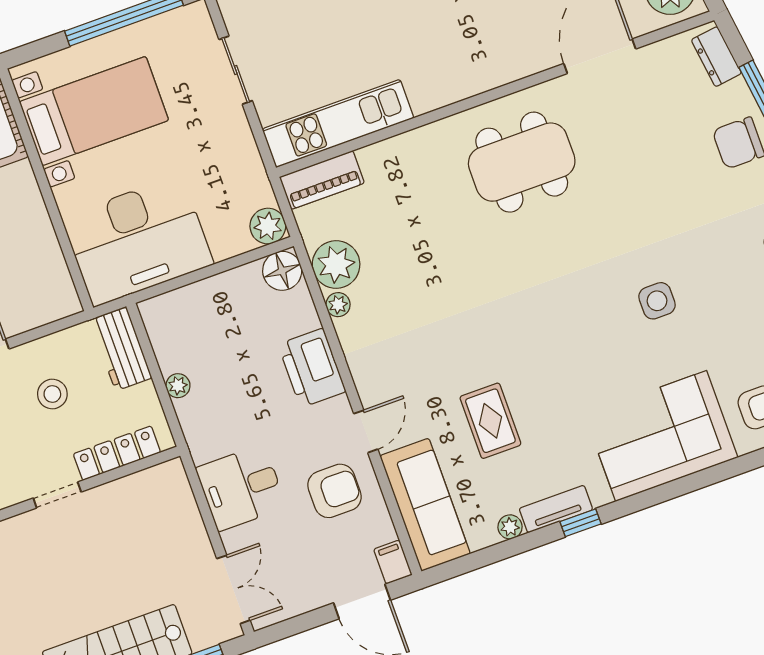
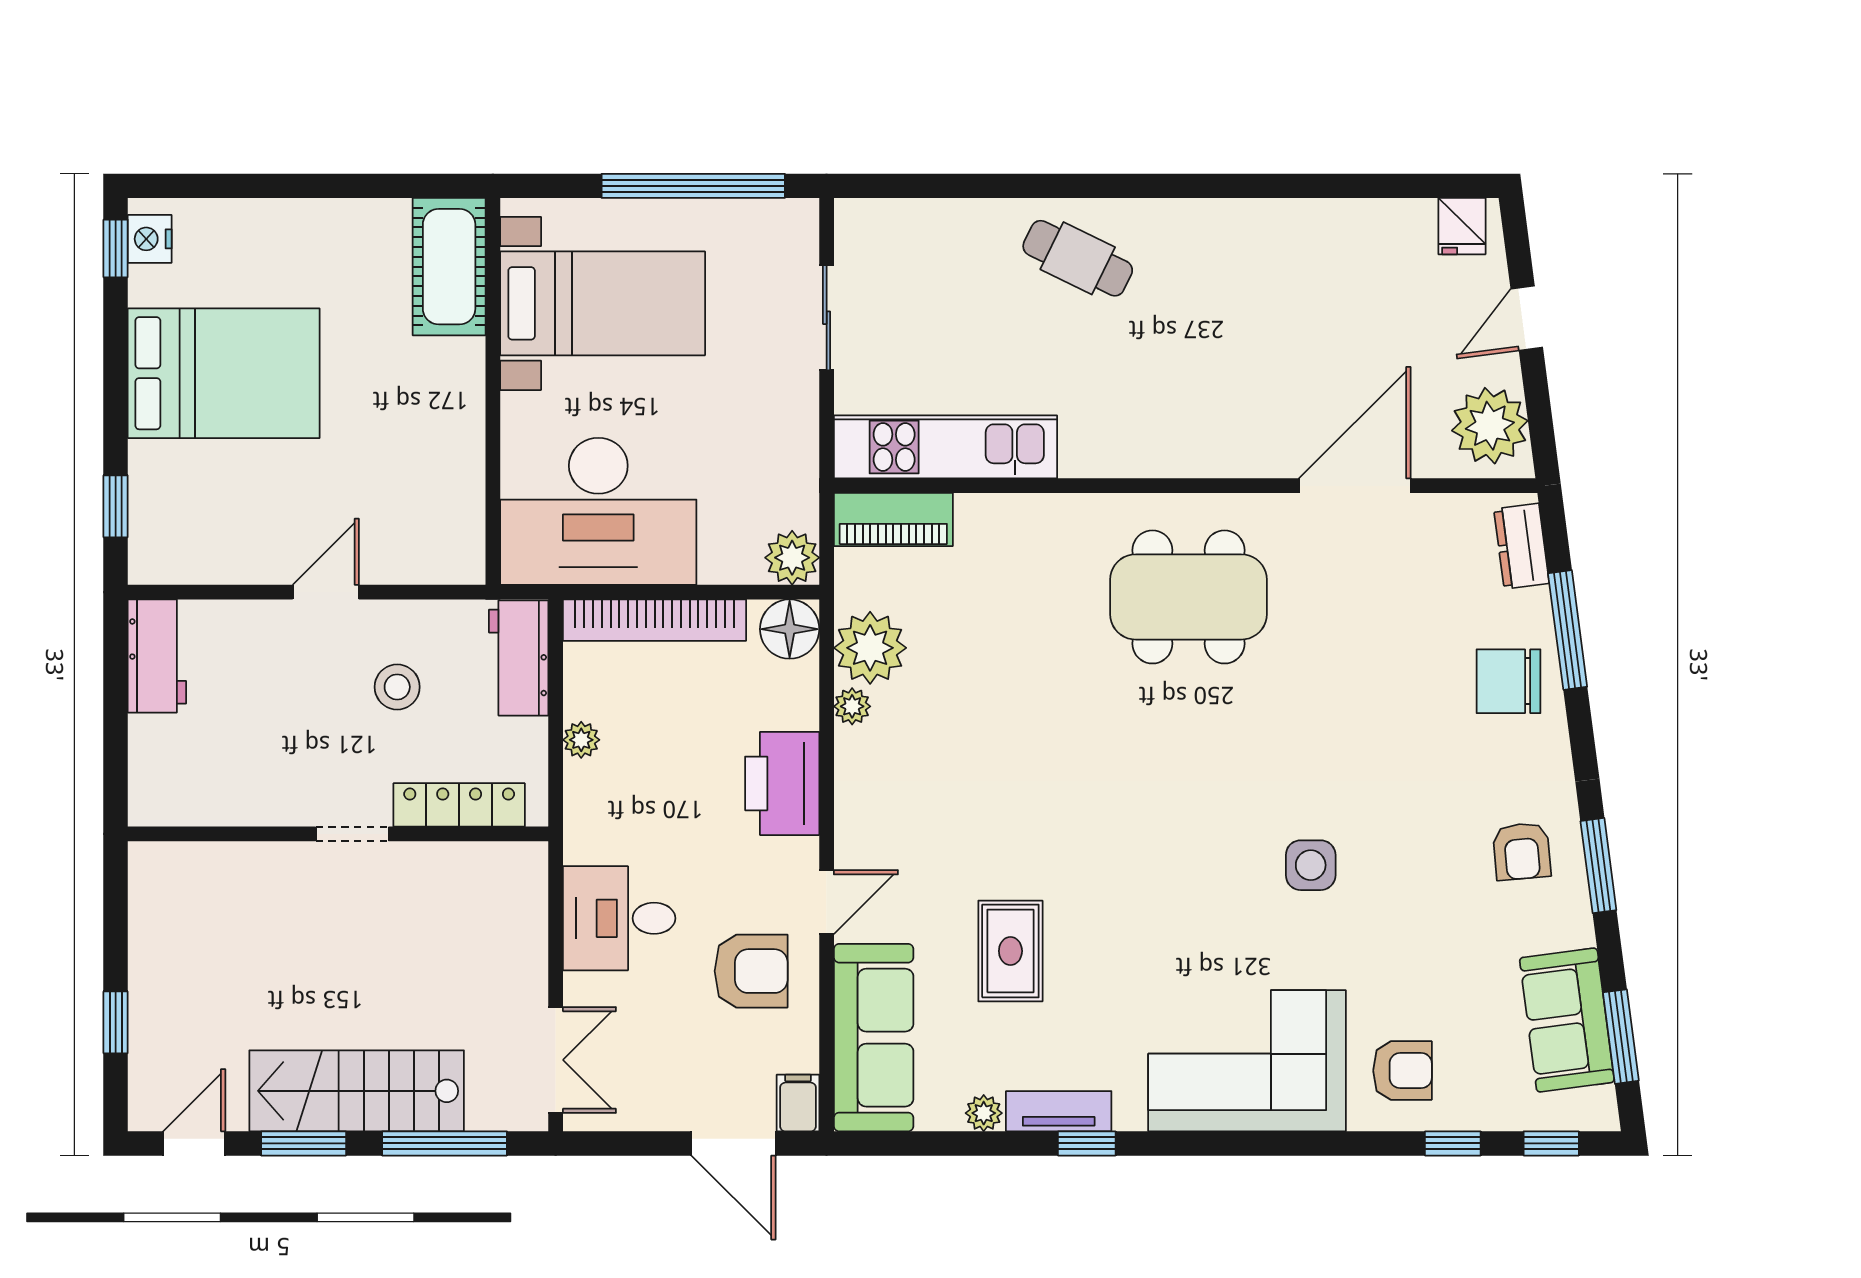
bookcase: (197, 295) -> (655, 620), added

